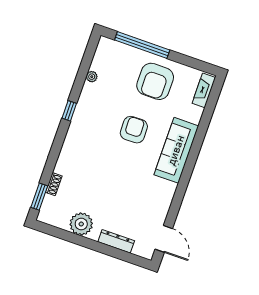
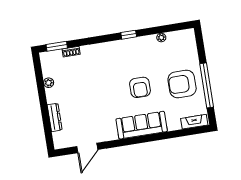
window: (142, 45) -> (207, 85), moved
armchair: (134, 130) -> (140, 87), turned 91
plant: (81, 224) -> (49, 83), width x0.53, depth x0.53
door: (164, 239) -> (87, 148), moved

